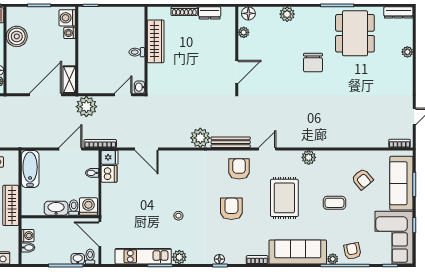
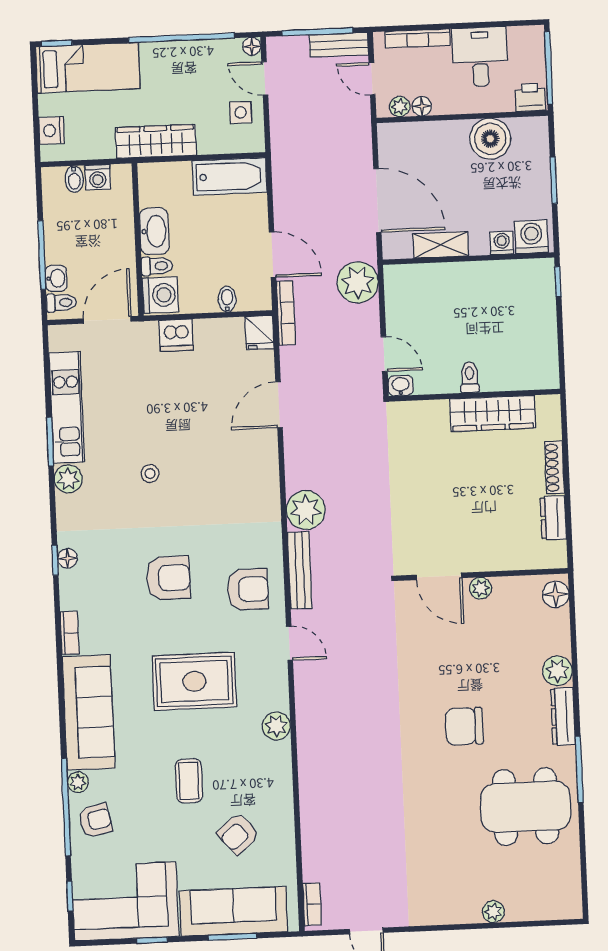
dresser: (398, 12) -> (563, 716), moved
plant: (244, 32) -> (480, 588), moved
shelving: (69, 80) -> (441, 245), moved
dishwasher: (109, 174) -> (176, 335), moved

